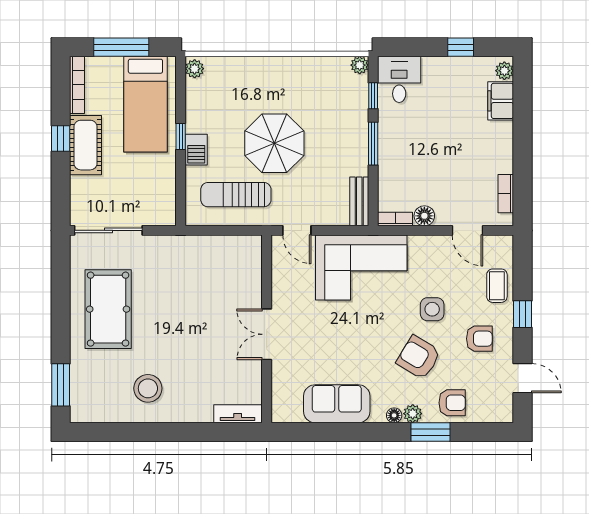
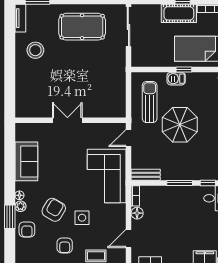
tv unit: (238, 414) -> (20, 18), moved

